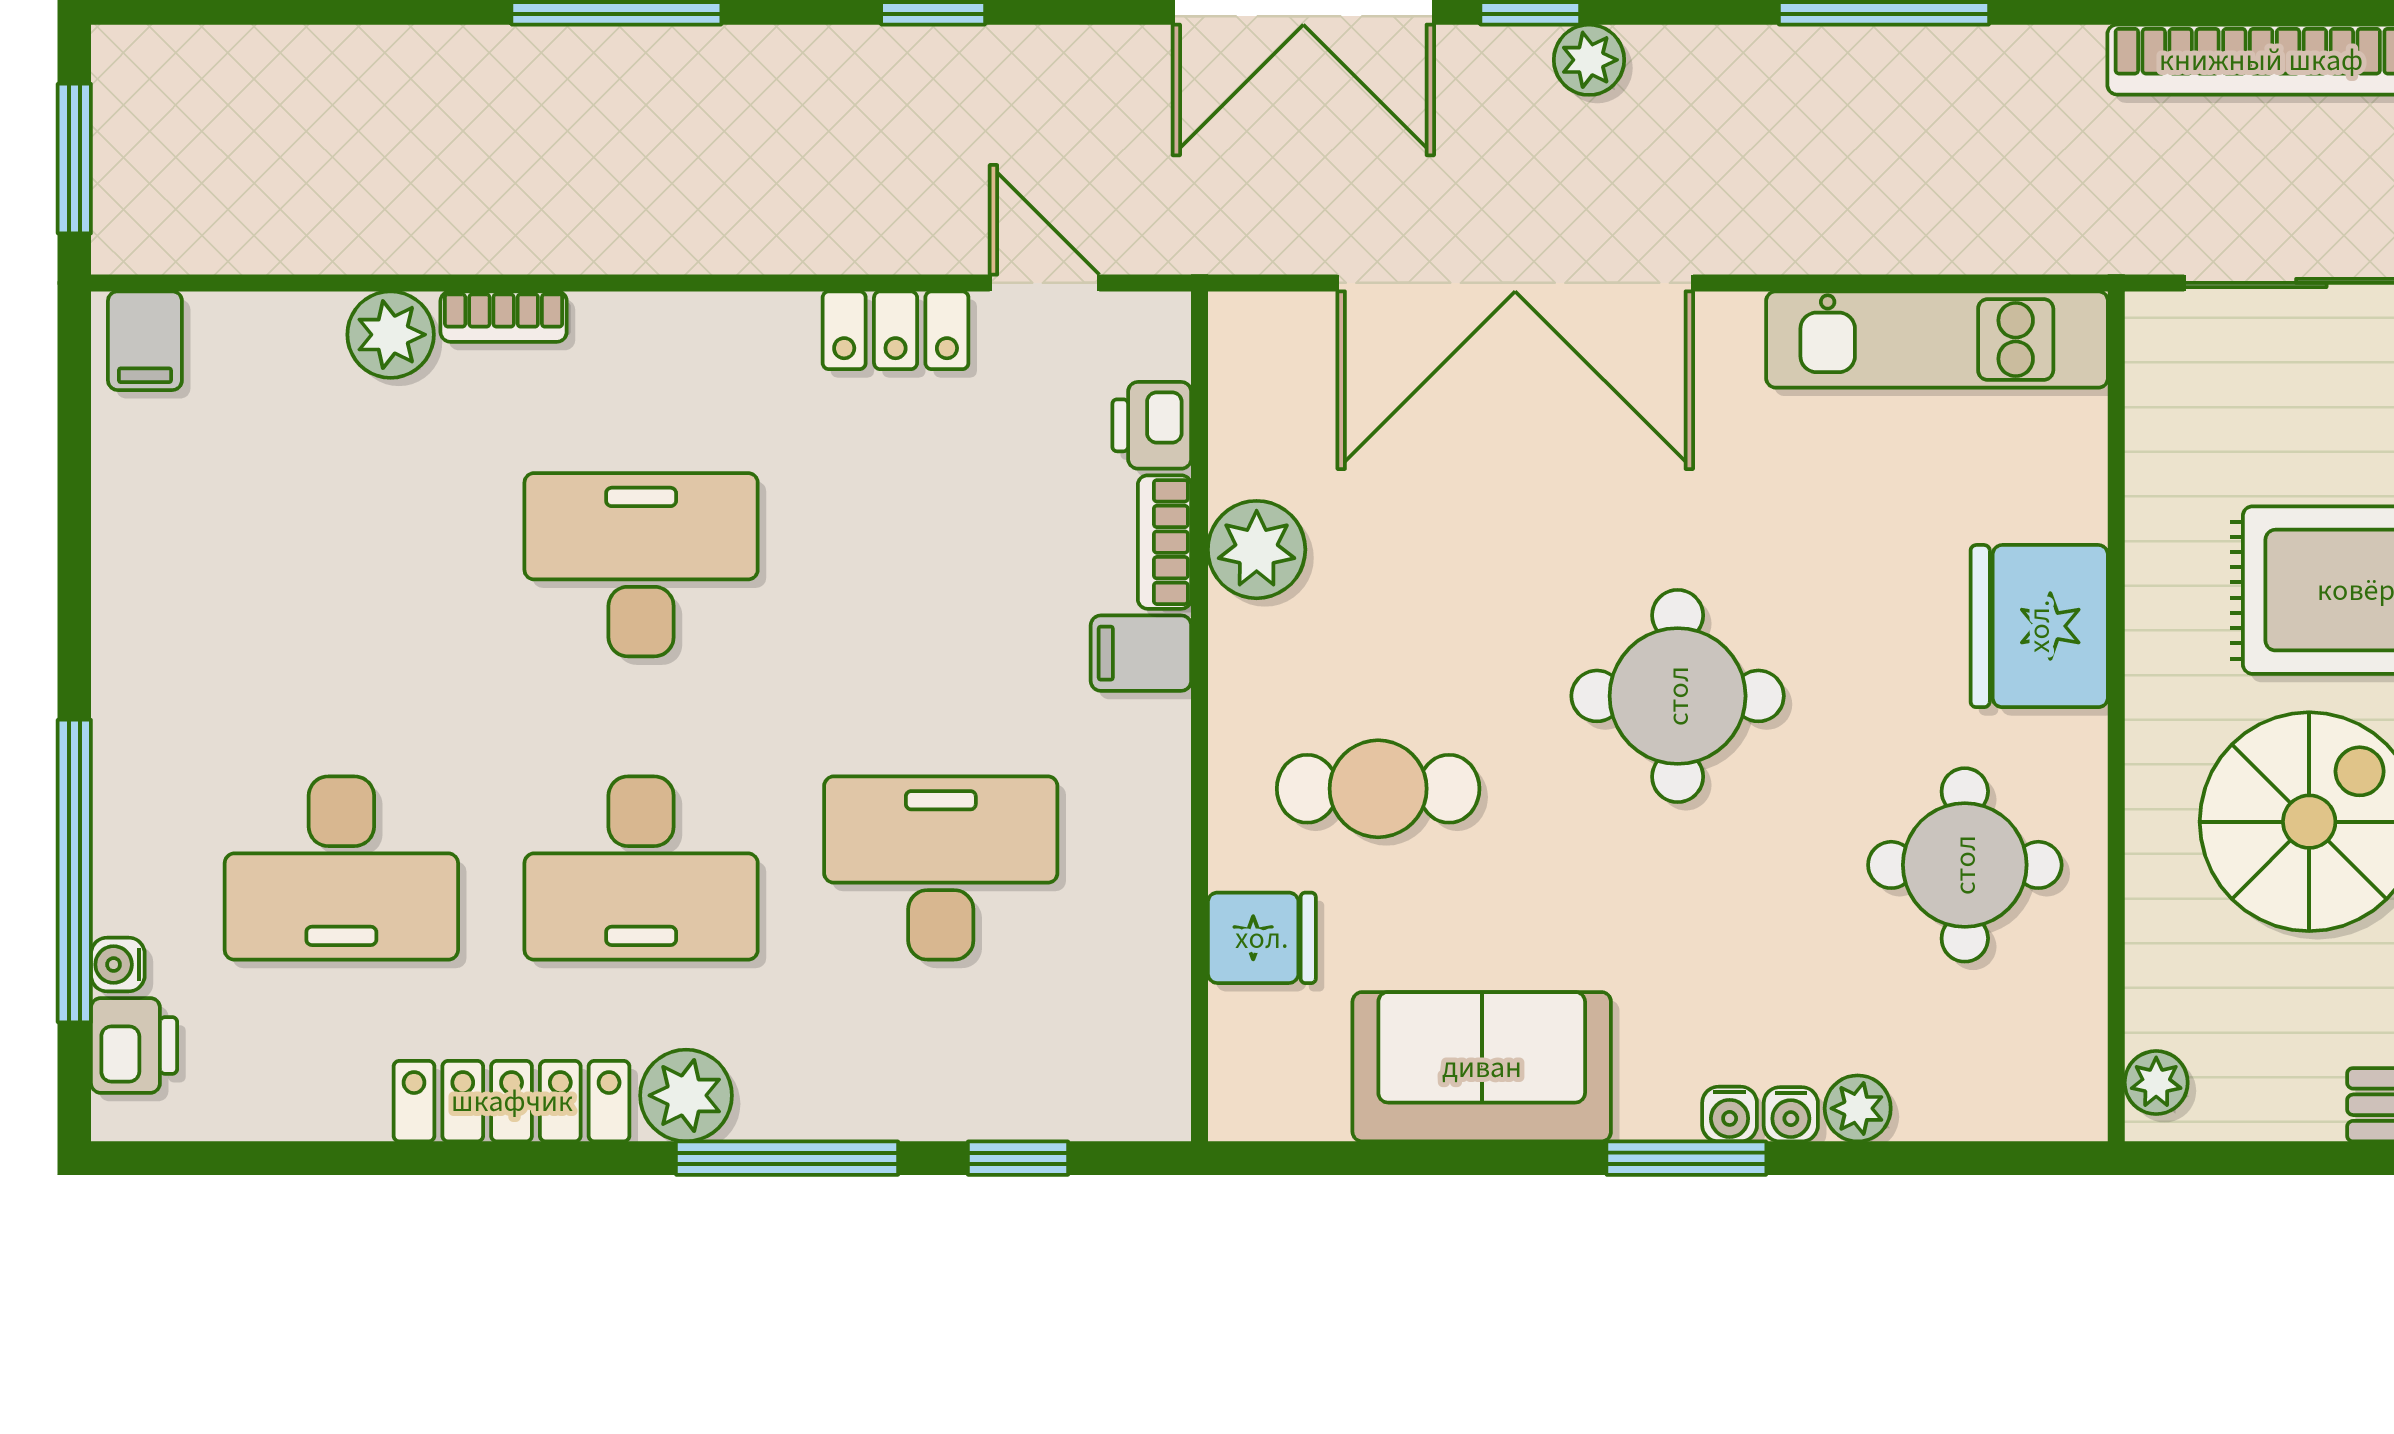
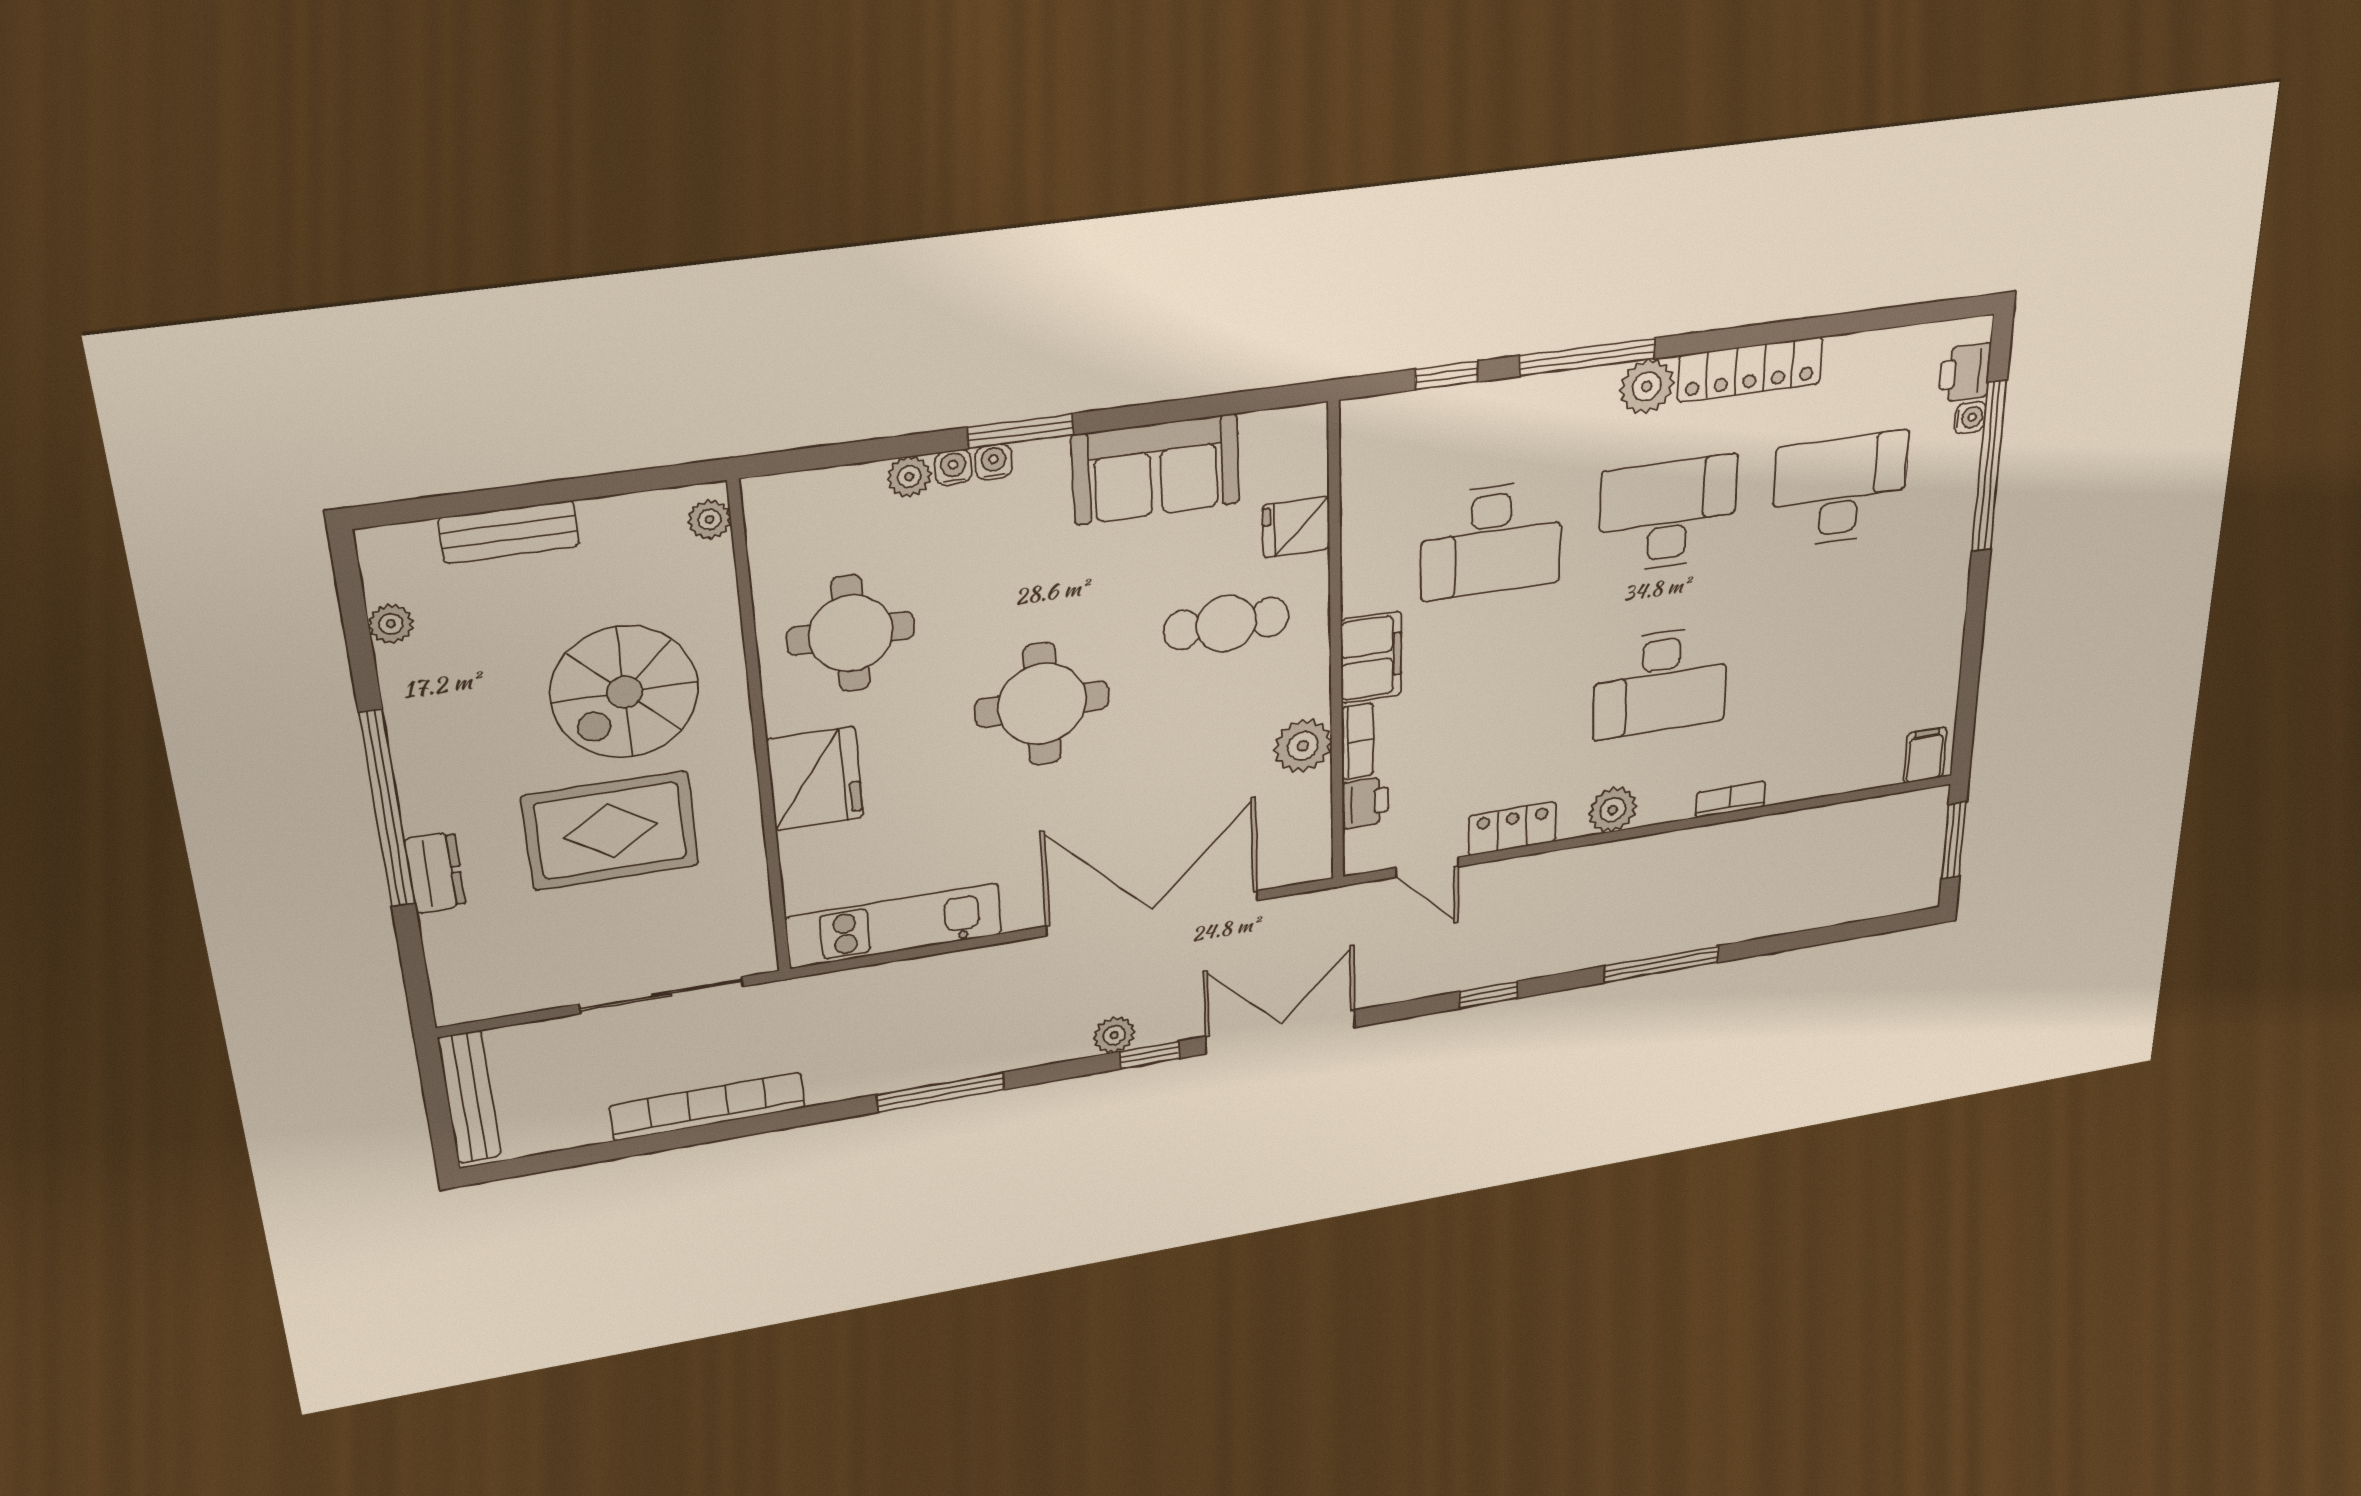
plant: (391, 335) -> (1613, 810), moved
filing cabinet: (1141, 653) -> (1371, 657), width x2.00

